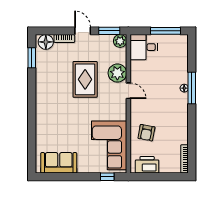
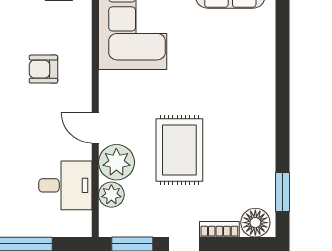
plant: (120, 41) -> (111, 195), moved
desk: (144, 47) -> (65, 185), moved
armchair: (146, 133) -> (43, 69), moved, turned -101

